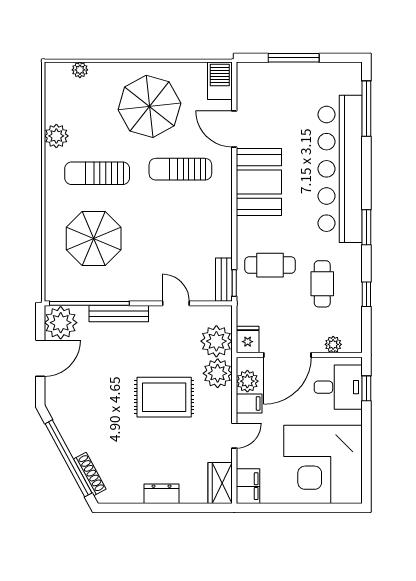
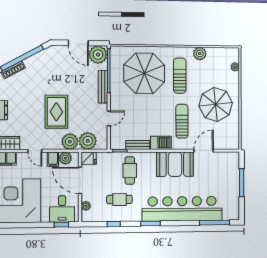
barbecue: (220, 81) -> (161, 143), moved
parasol: (94, 239) -> (144, 73), width x1.36, depth x1.36
bench: (224, 280) -> (138, 145), moved

